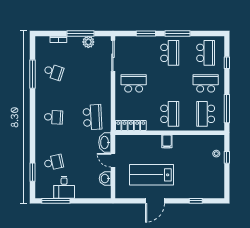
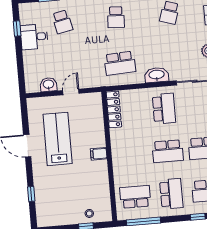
school desk: (170, 114) -> (168, 151), moved
washbasin: (105, 142) -> (157, 75), moved
window: (56, 201) -> (17, 29), width x0.46

